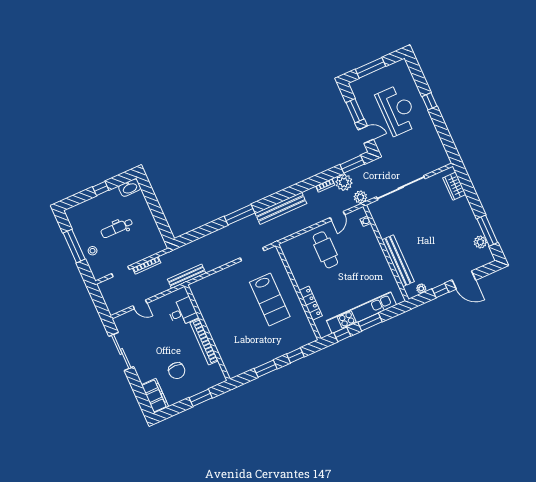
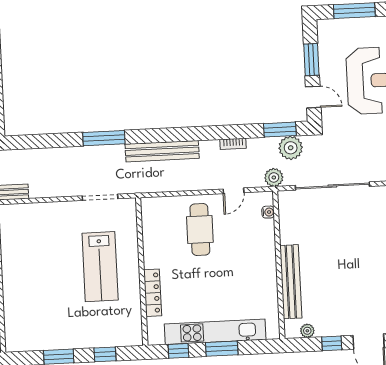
plant: (344, 182) -> (291, 148), moved

